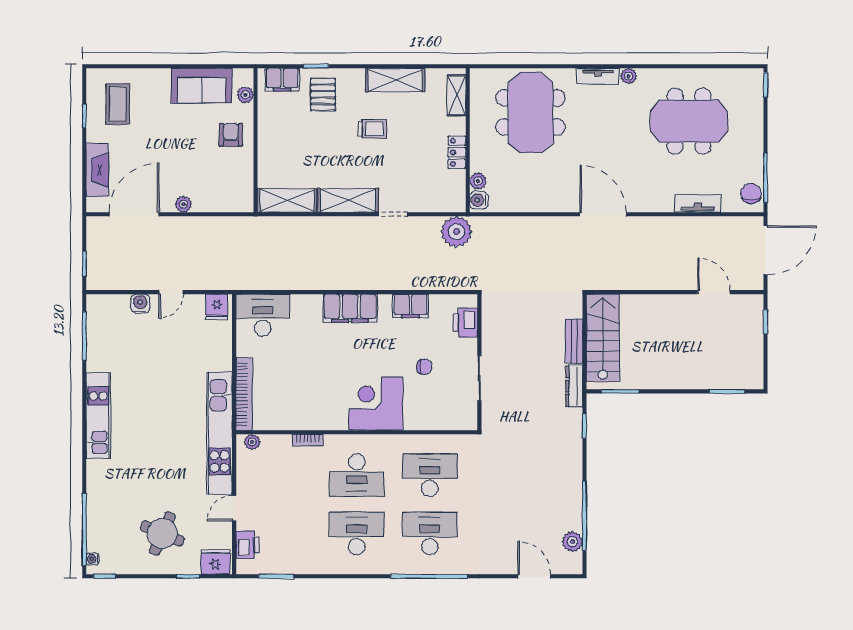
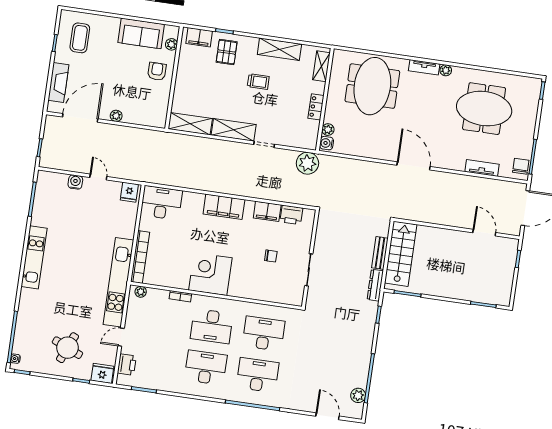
door: (171, 292) -> (98, 177), swing flipped
printer: (465, 323) -> (291, 215), moved, turned -90
corner desk: (376, 404) -> (210, 274), moved

